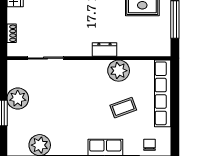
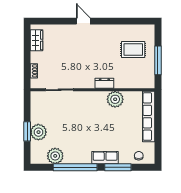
plant: (18, 99) -> (38, 132), moved
coffee table: (123, 108) -> (119, 127), removed

